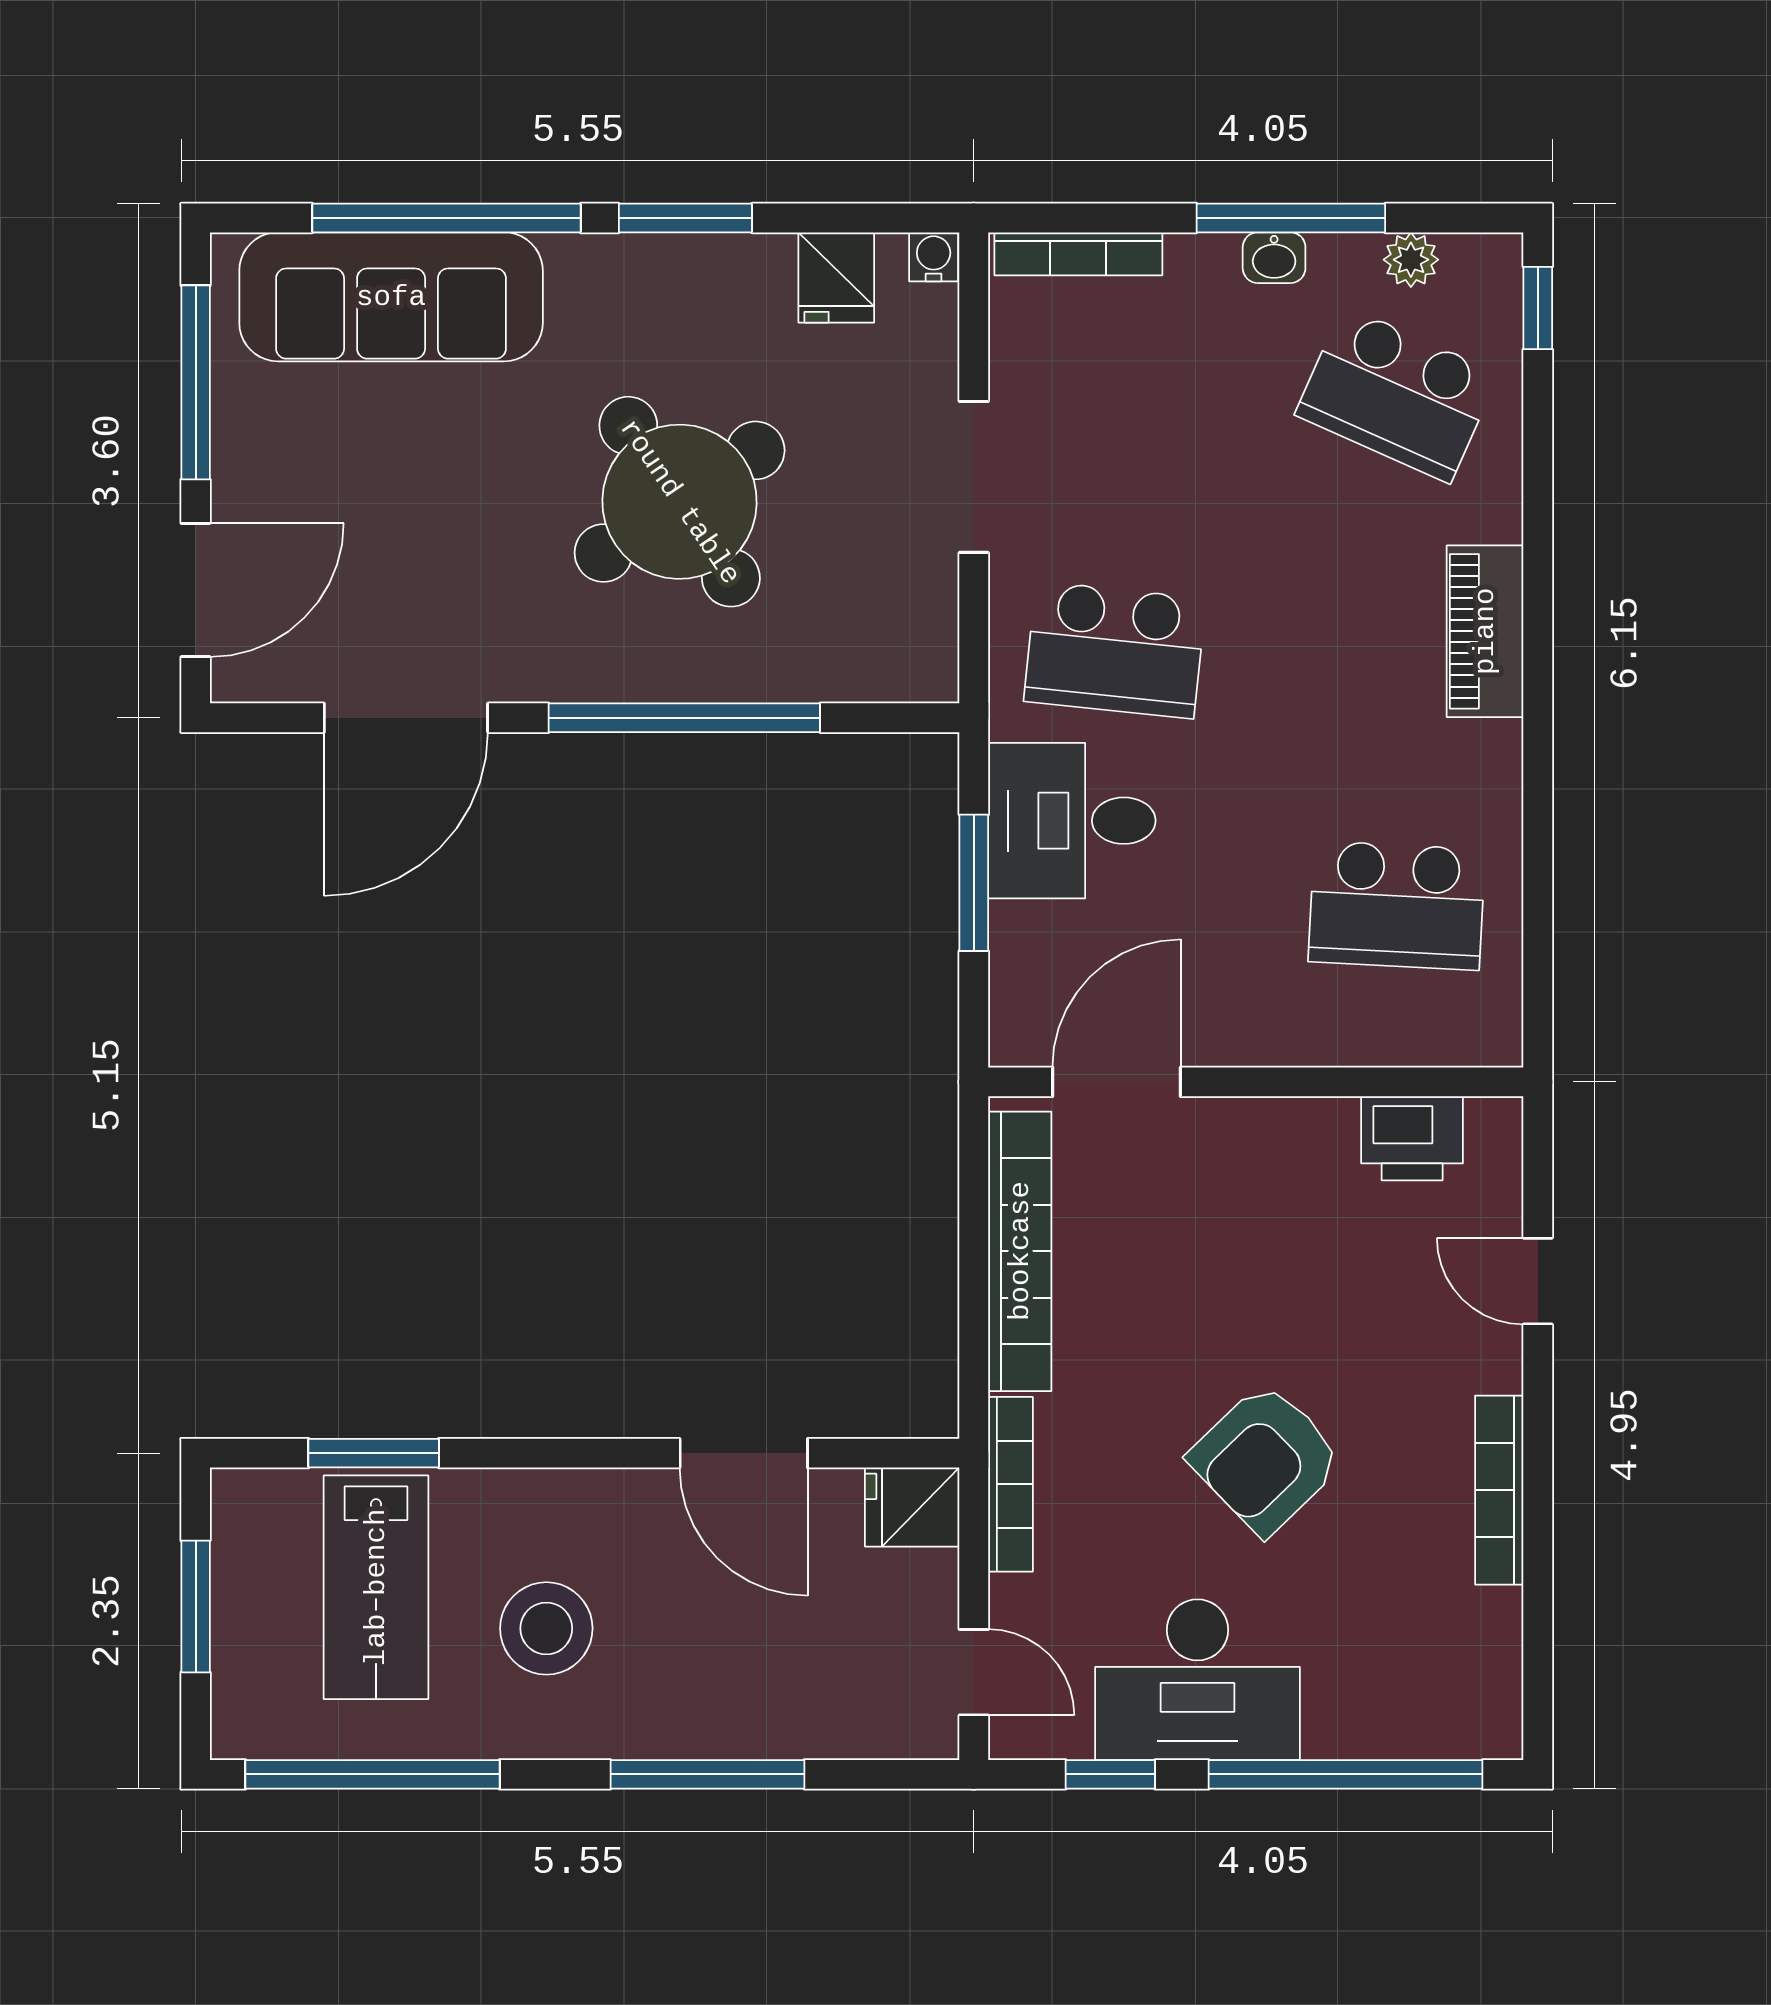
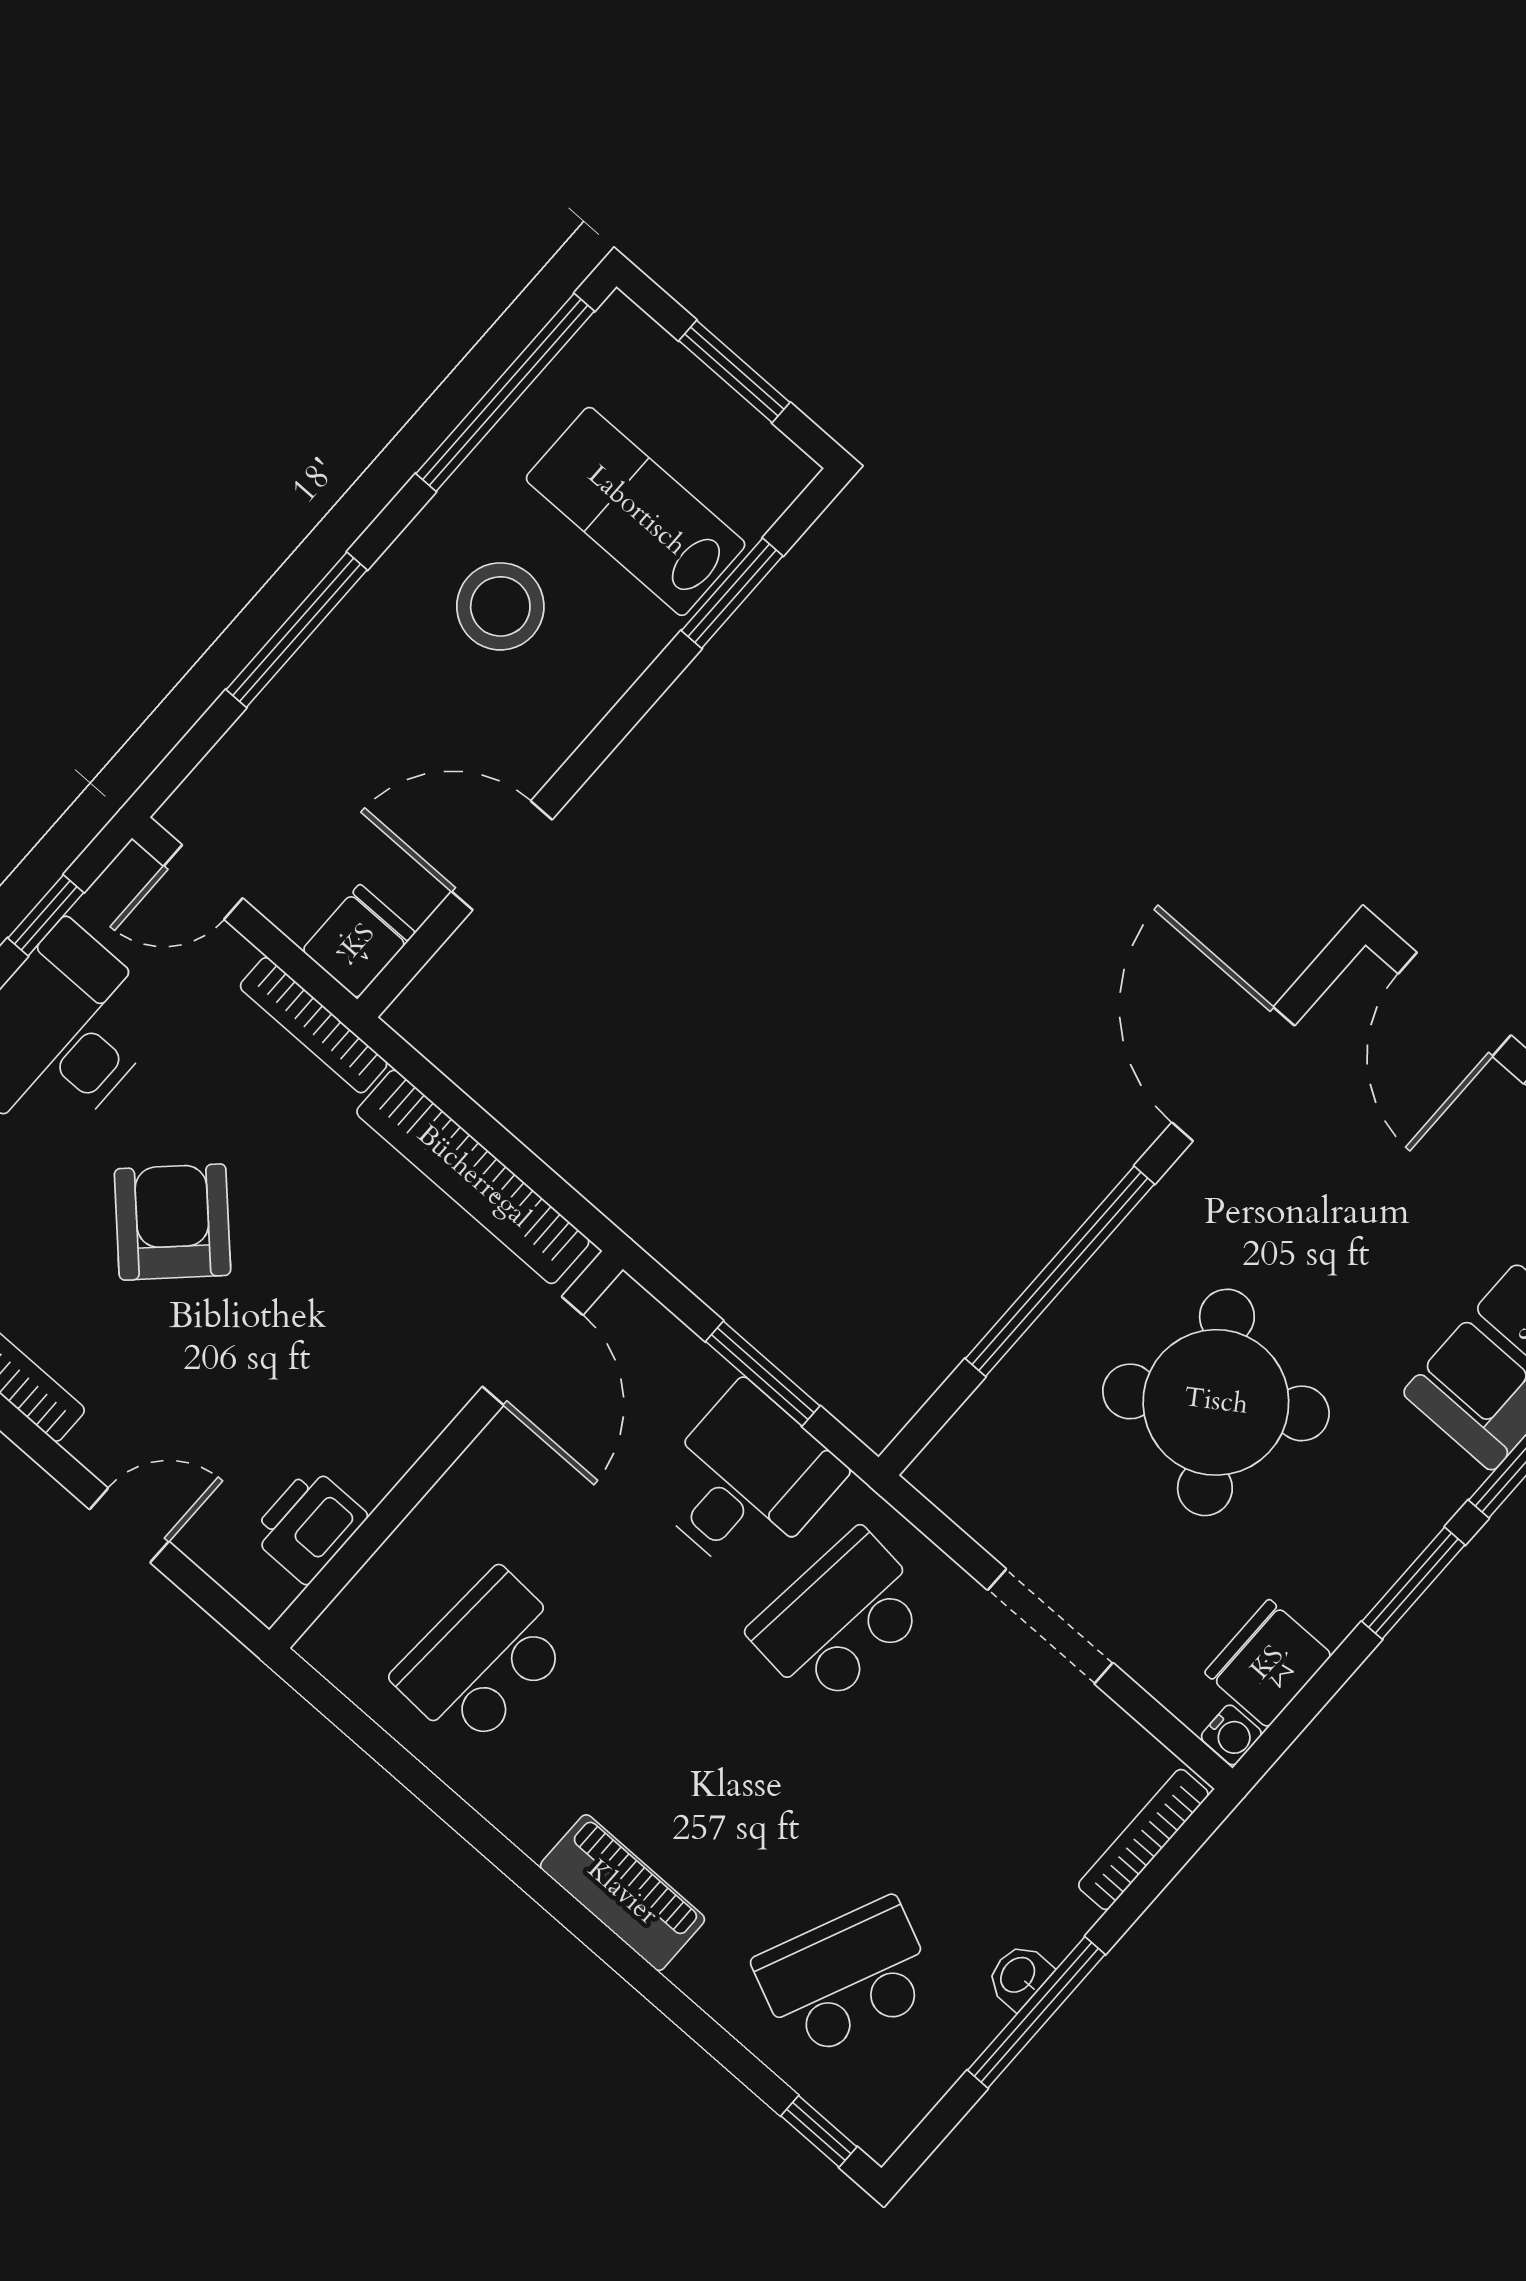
plant: (1411, 260) -> (932, 2071), removed
fridge: (836, 277) -> (1268, 1663), width x1.38

